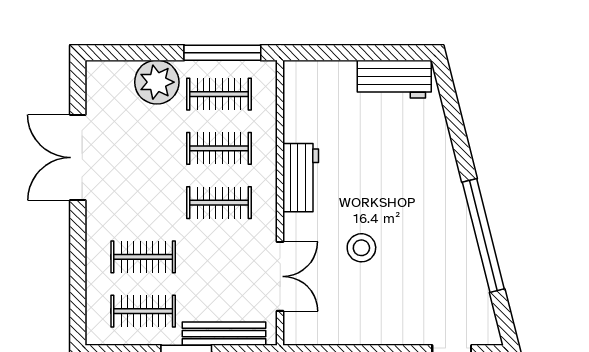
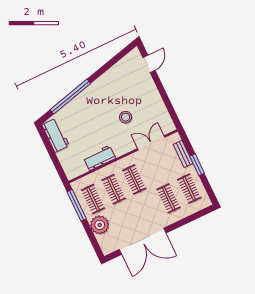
double door: (78, 158) -> (143, 241), width x1.36
workbench: (301, 178) -> (100, 158), moved
window: (483, 236) -> (70, 97), moved
bench: (224, 334) -> (183, 154), width x0.73

